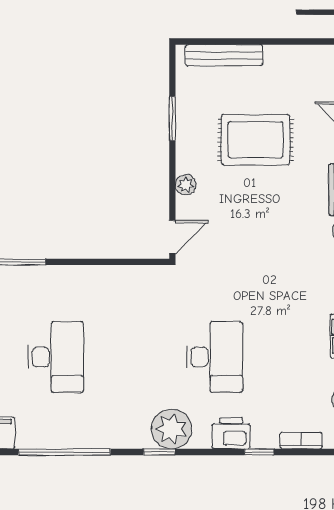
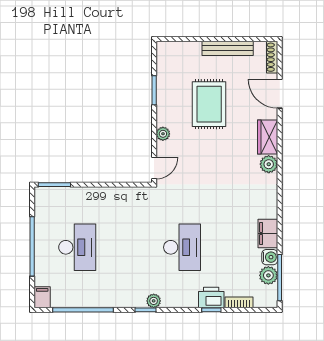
bench: (224, 55) -> (228, 48), moved
rug: (256, 140) -> (209, 104), turned 90
plant: (172, 429) -> (154, 301), width x0.53, depth x0.53
printer: (231, 433) -> (211, 298), moved

